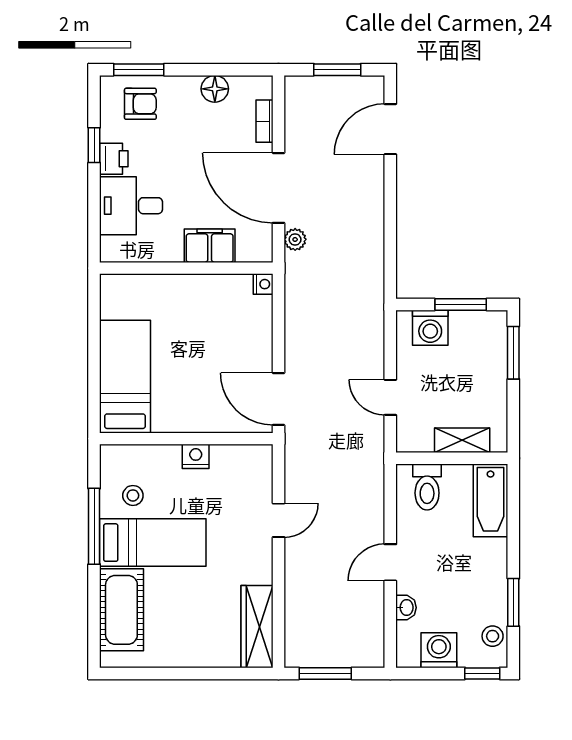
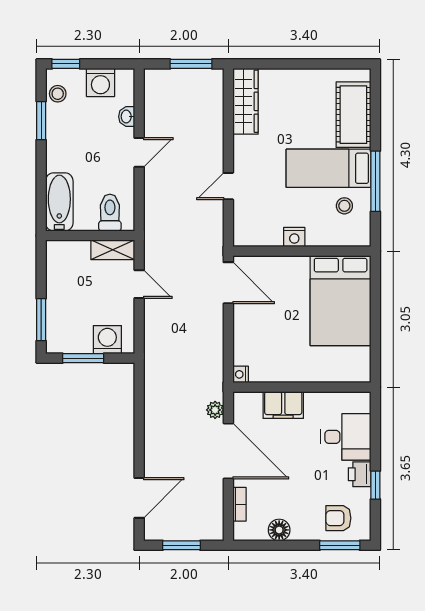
bed: (125, 377) -> (341, 301), width x1.50
shelving: (462, 440) -> (113, 250), moved

